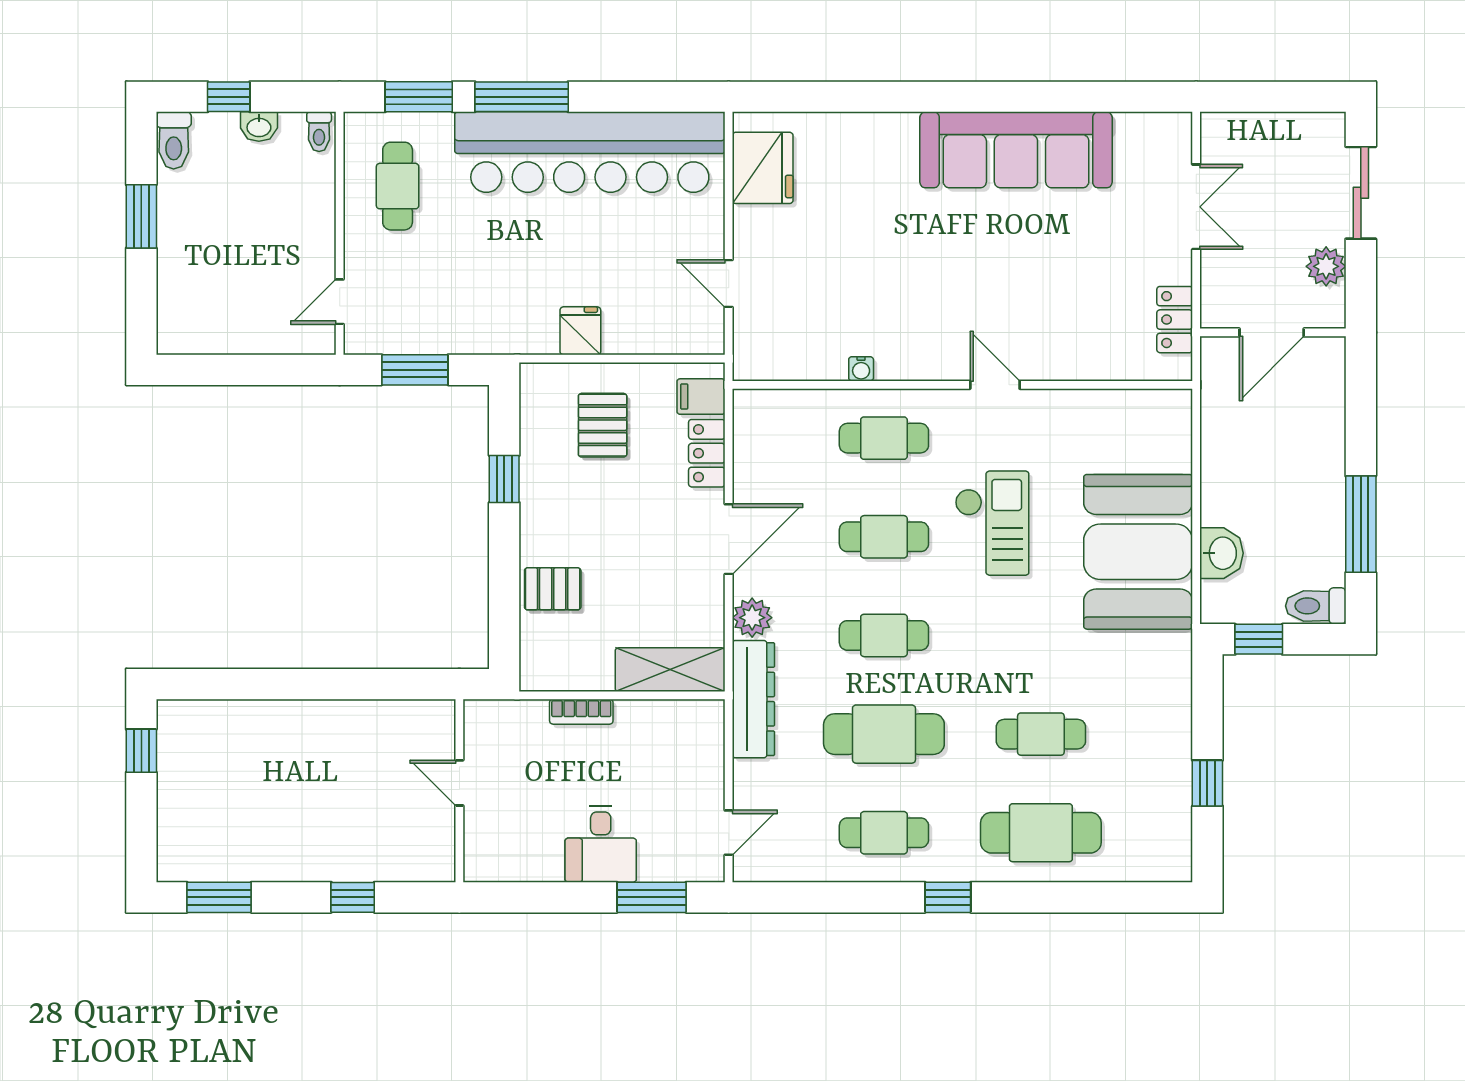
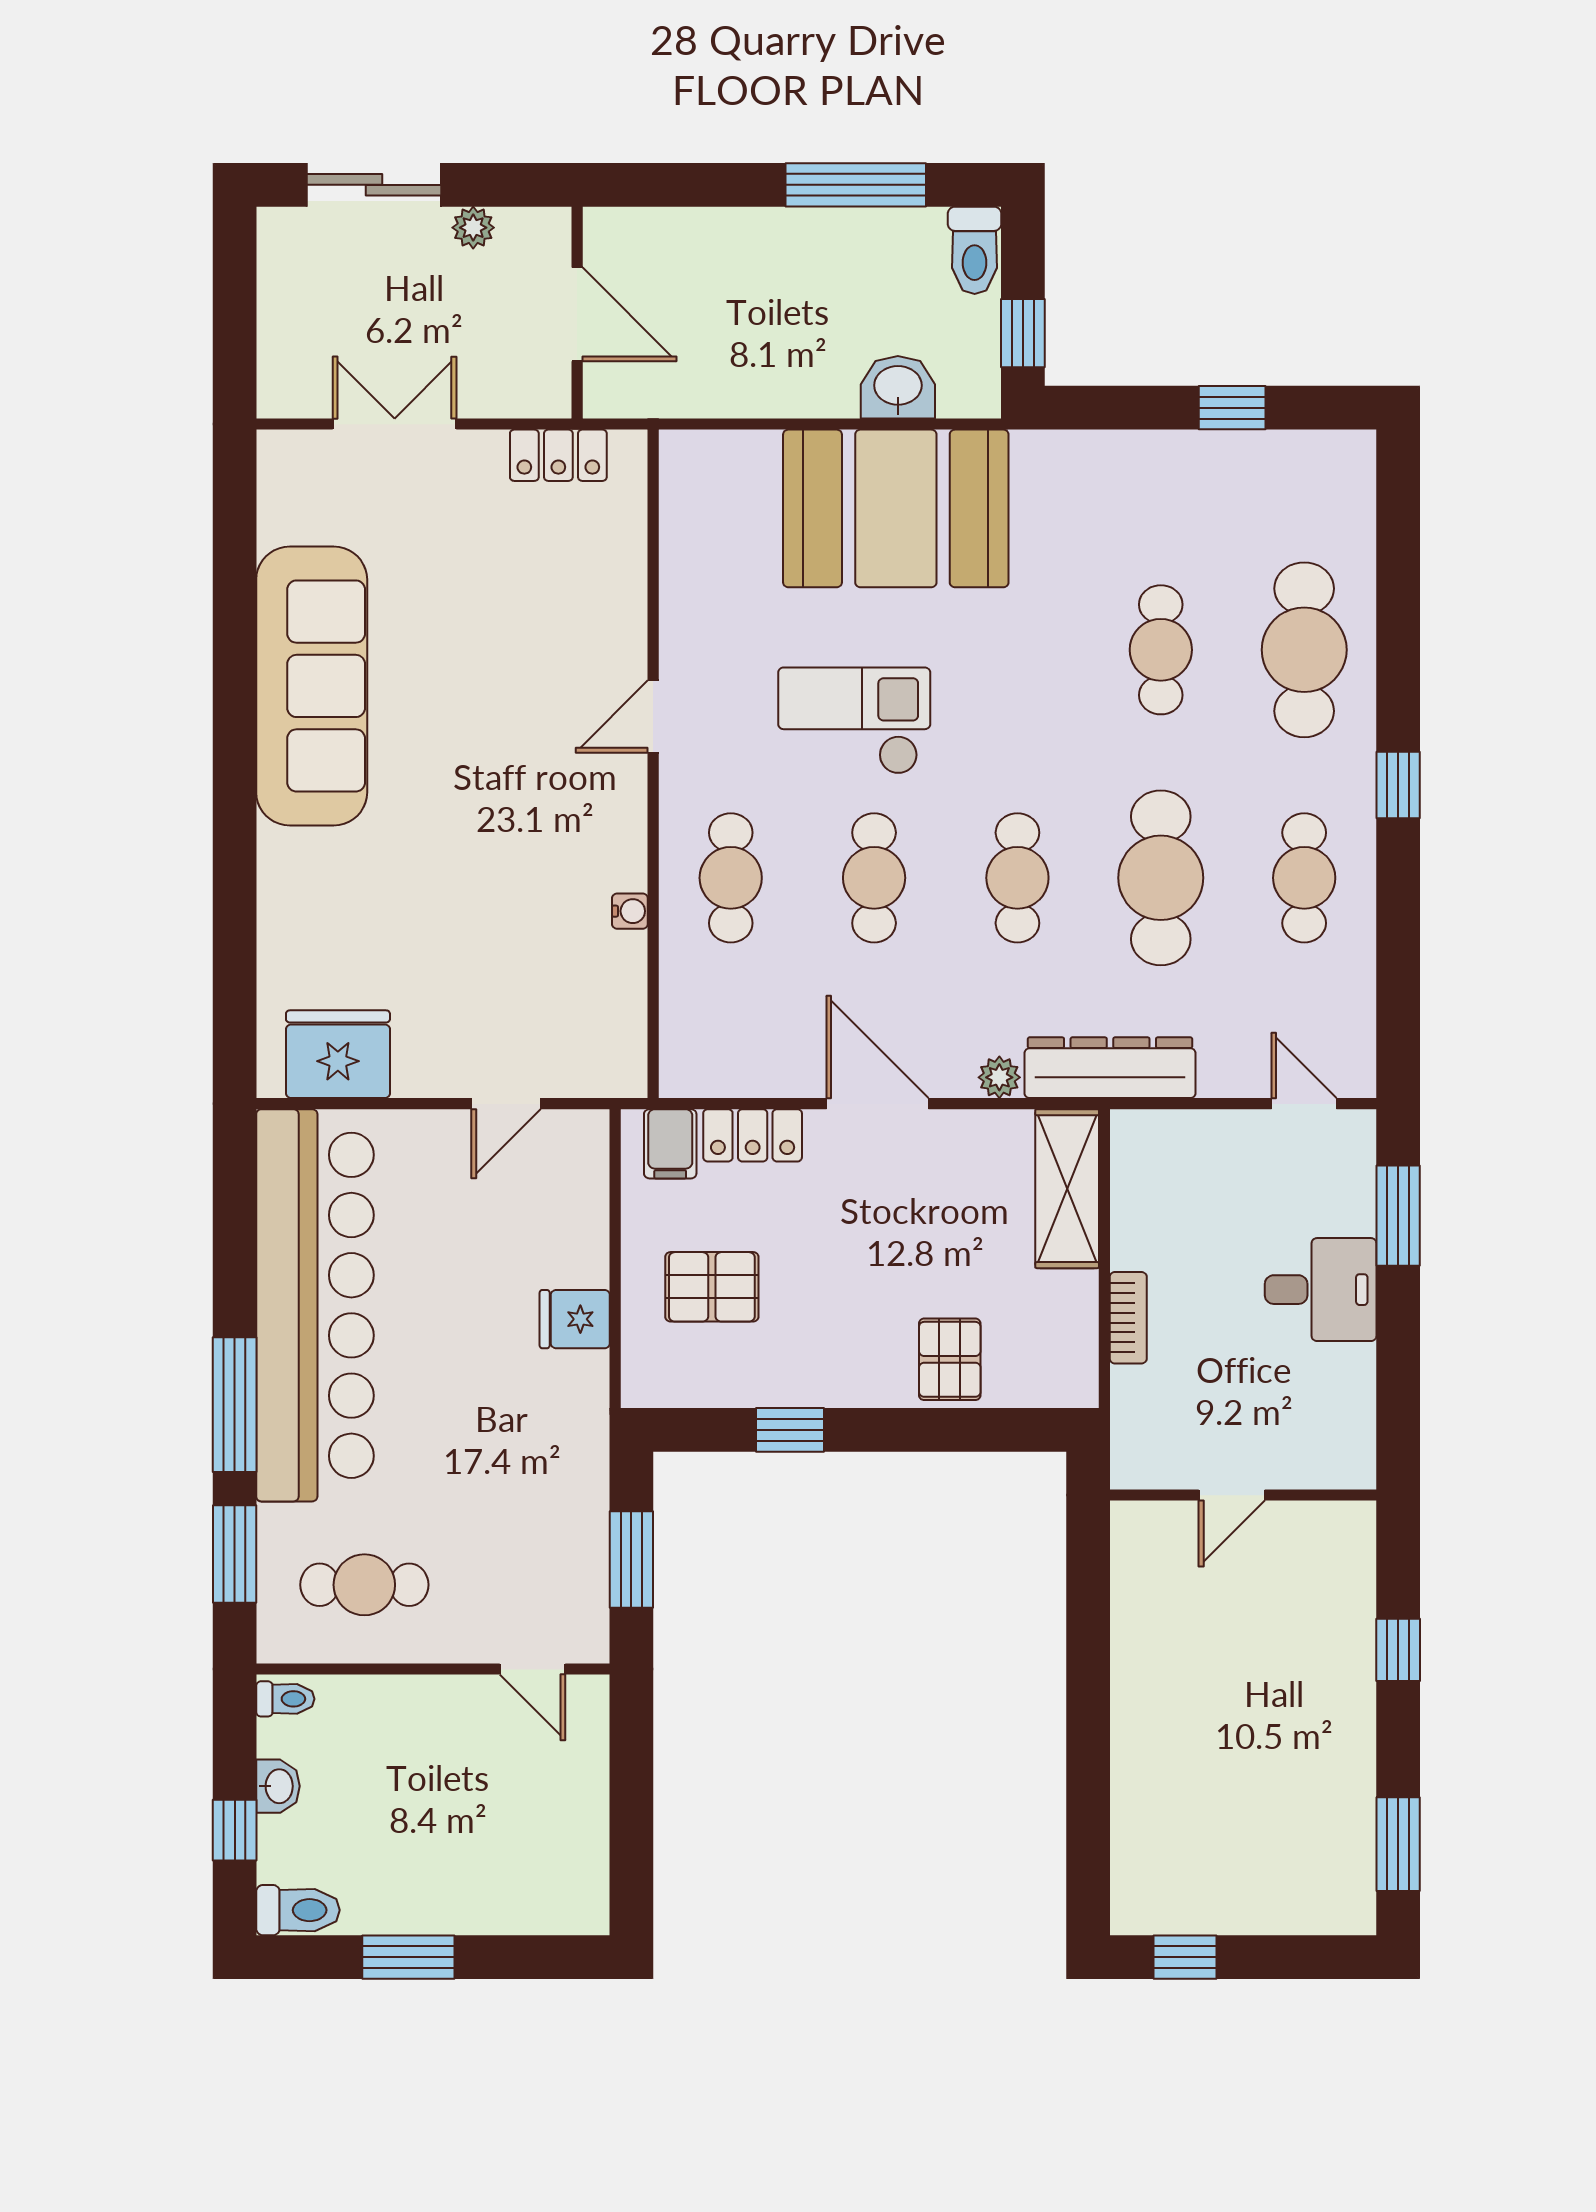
plant: (1326, 266) -> (473, 228), width x0.73, depth x0.73
plant: (752, 618) -> (999, 1077), width x0.73, depth x0.73

